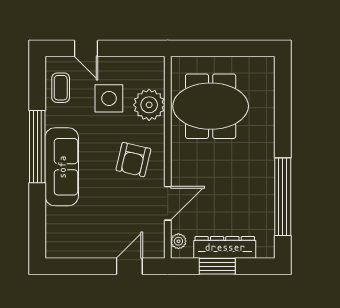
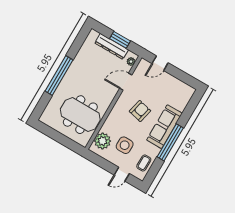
door: (86, 48) -> (122, 174), swing flipped
plant: (149, 105) -> (102, 141), moved
armchair: (133, 160) -> (140, 111), moved
window: (283, 197) -> (59, 76), moved

